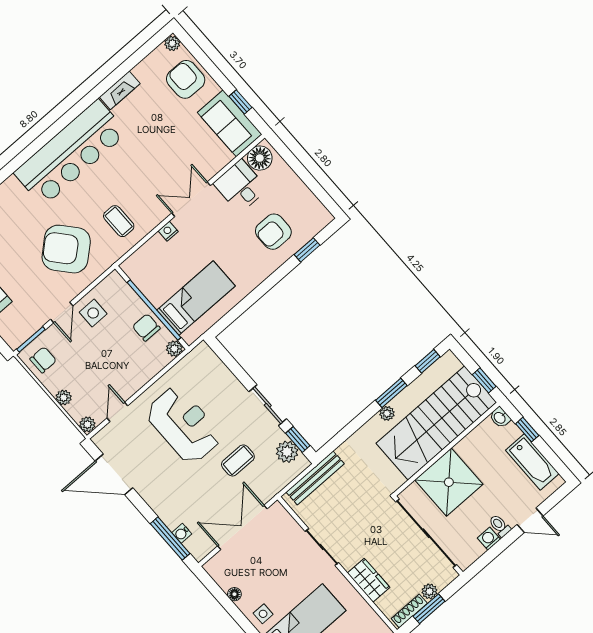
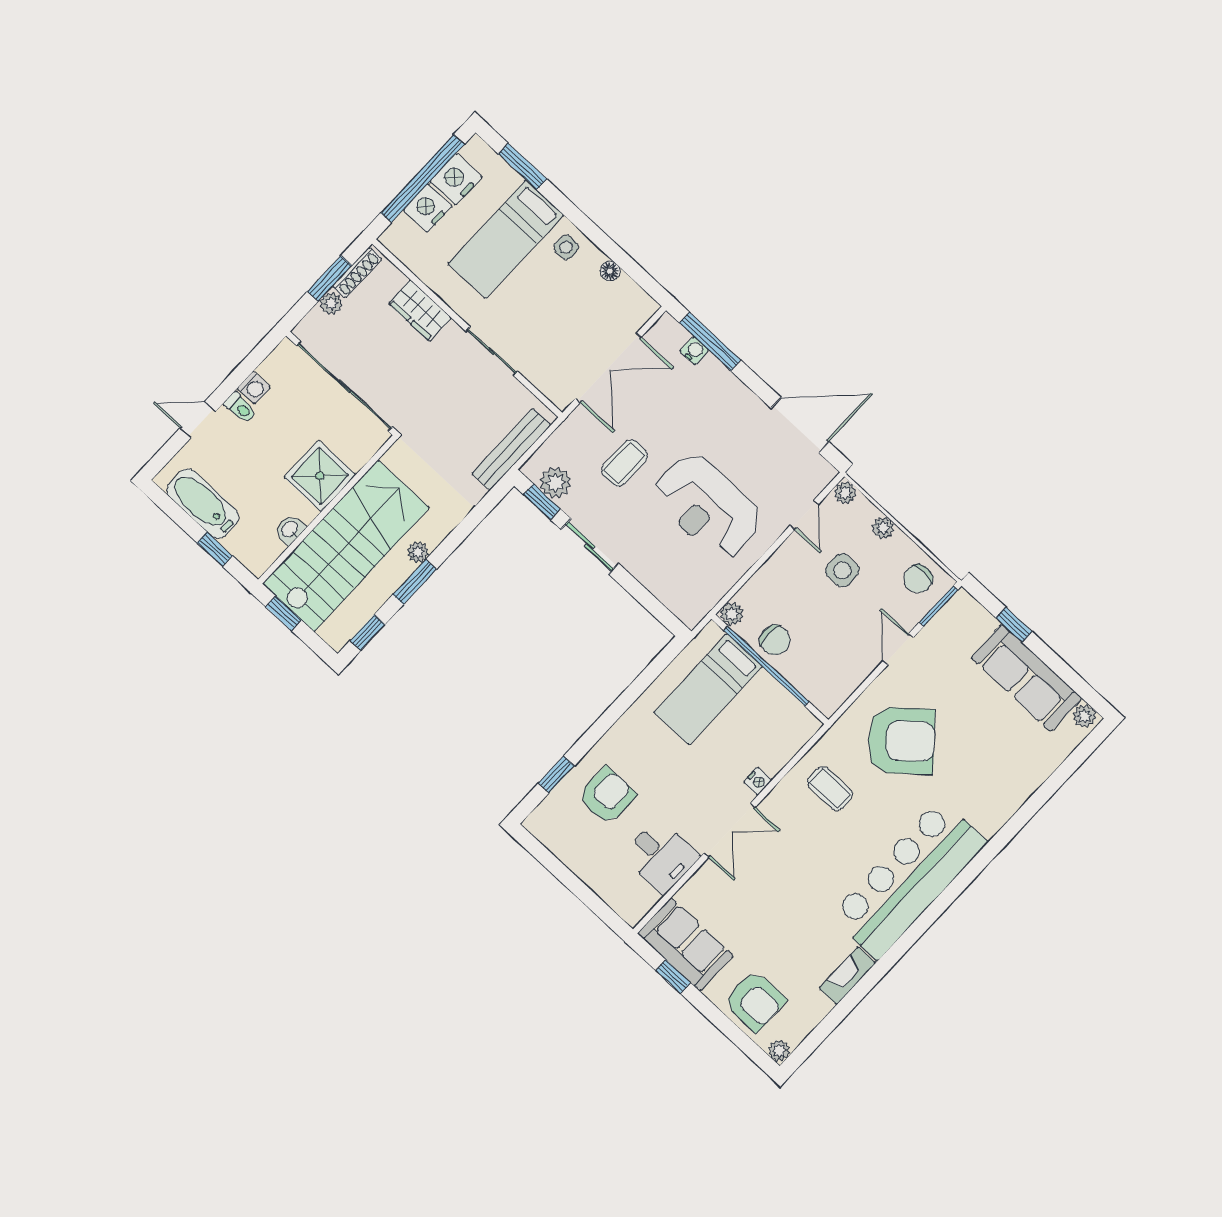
floor lamp: (260, 158) -> (637, 899), removed
side table: (93, 313) -> (842, 570), moved
washbasin: (500, 418) -> (290, 529), moved, turned -90
shower: (449, 482) -> (320, 476), width x0.73, depth x0.73

